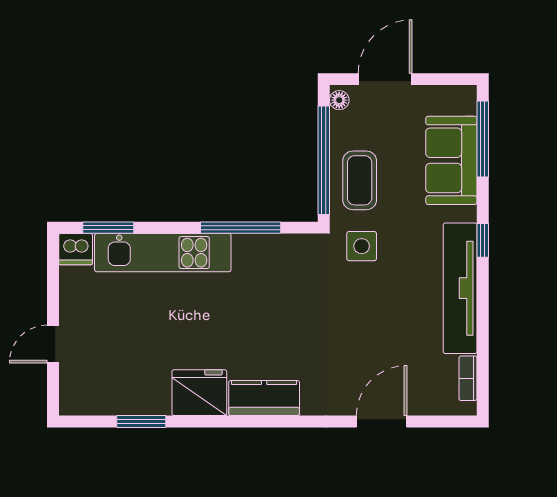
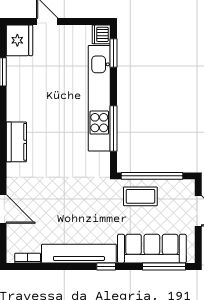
floor lamp: (339, 100) -> (186, 185), removed
sofa: (451, 160) -> (152, 249), width x1.36
side table: (362, 246) -> (103, 197), removed
kitchen unit: (163, 253) -> (99, 98), width x1.36
fridge: (199, 393) -> (19, 40), moved

